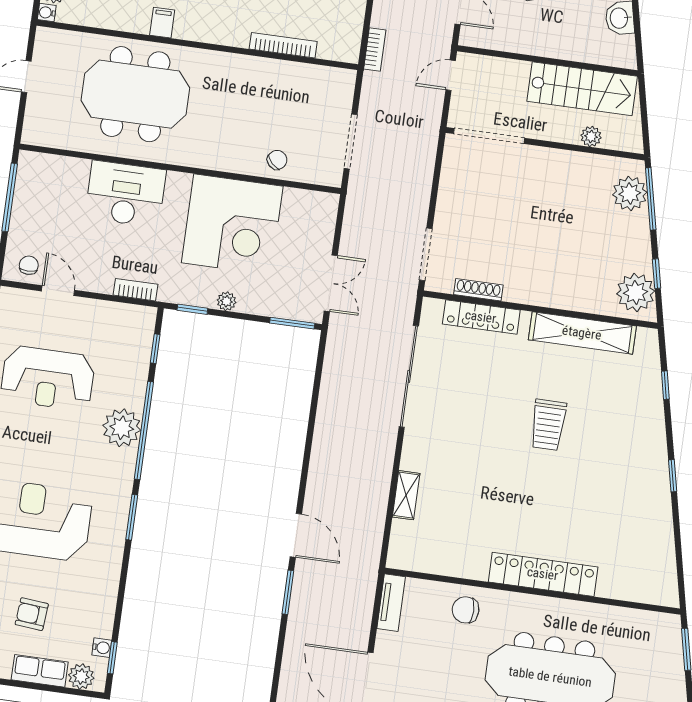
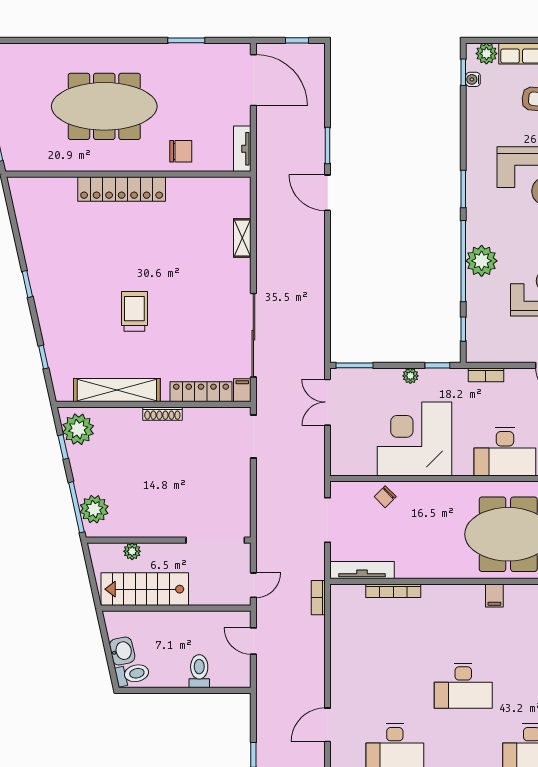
tv unit: (317, 75) -> (362, 570), added
shoe rack: (478, 290) -> (162, 414), moved
filing cabinet: (431, 312) -> (242, 390), added

